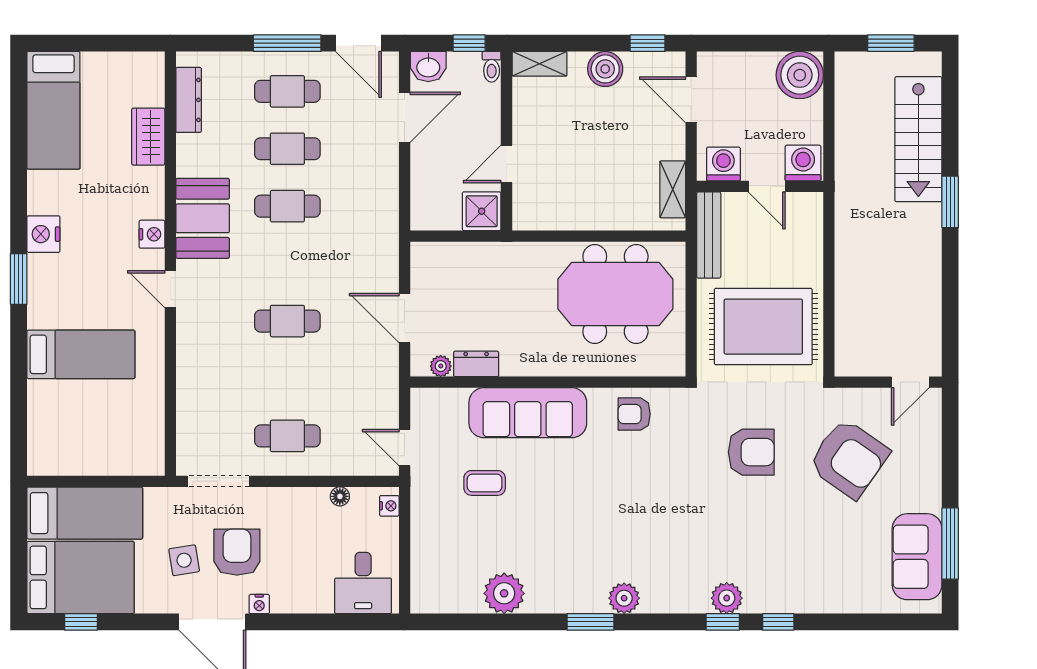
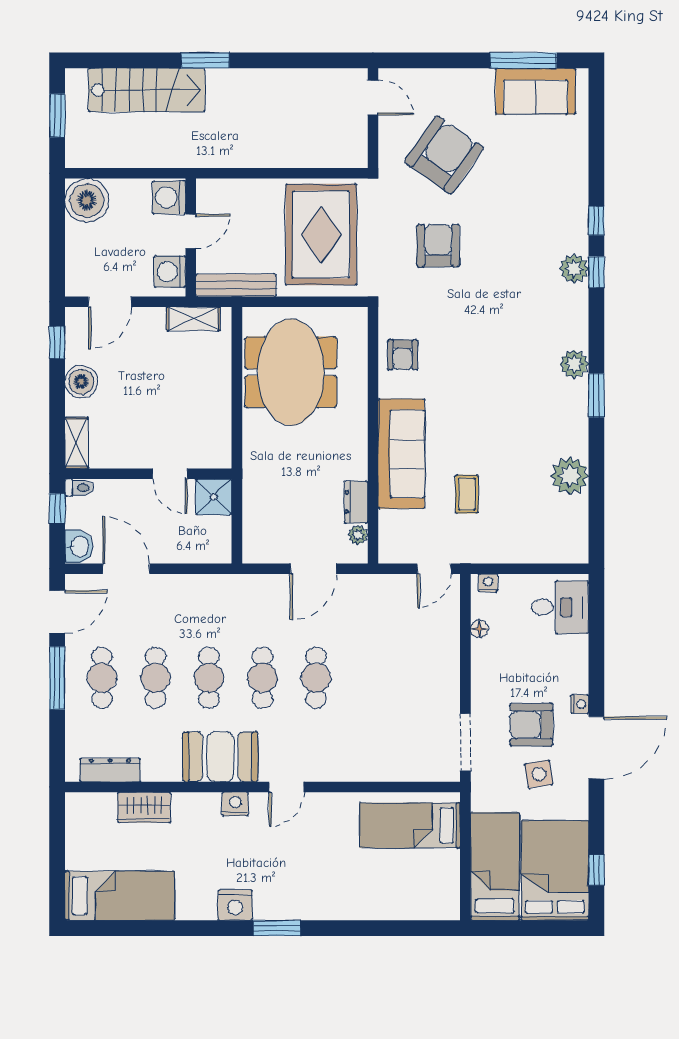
bed: (81, 354) -> (410, 825), moved, turned -90
cafe table: (287, 436) -> (263, 678), moved

